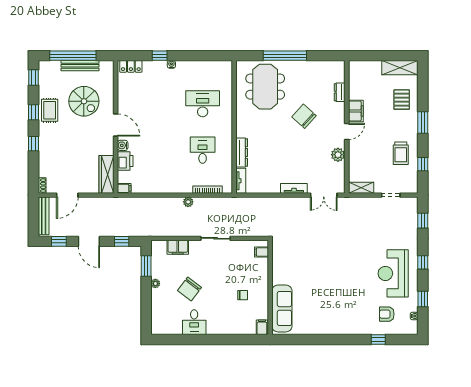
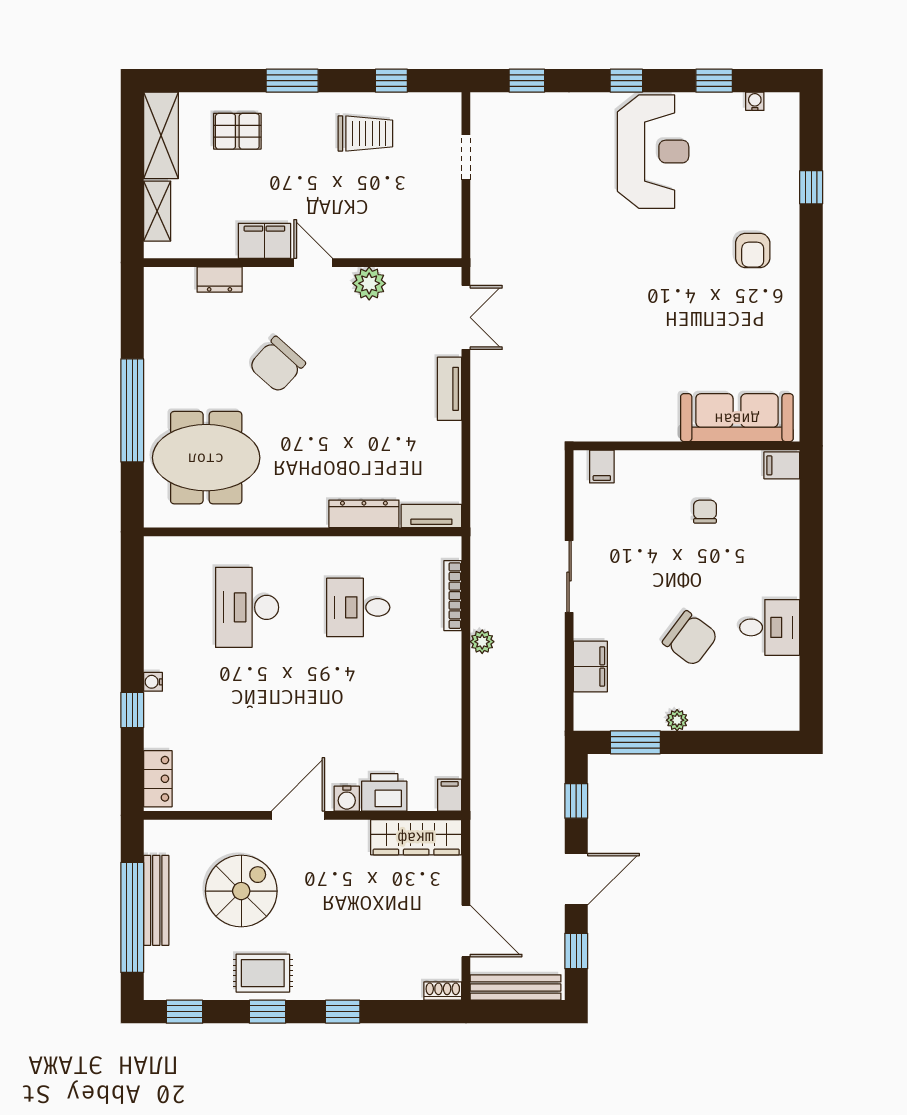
shelving: (361, 188) -> (157, 211), moved
reception desk: (393, 273) -> (653, 152), turned -90
armchair: (387, 314) -> (753, 250), moved

